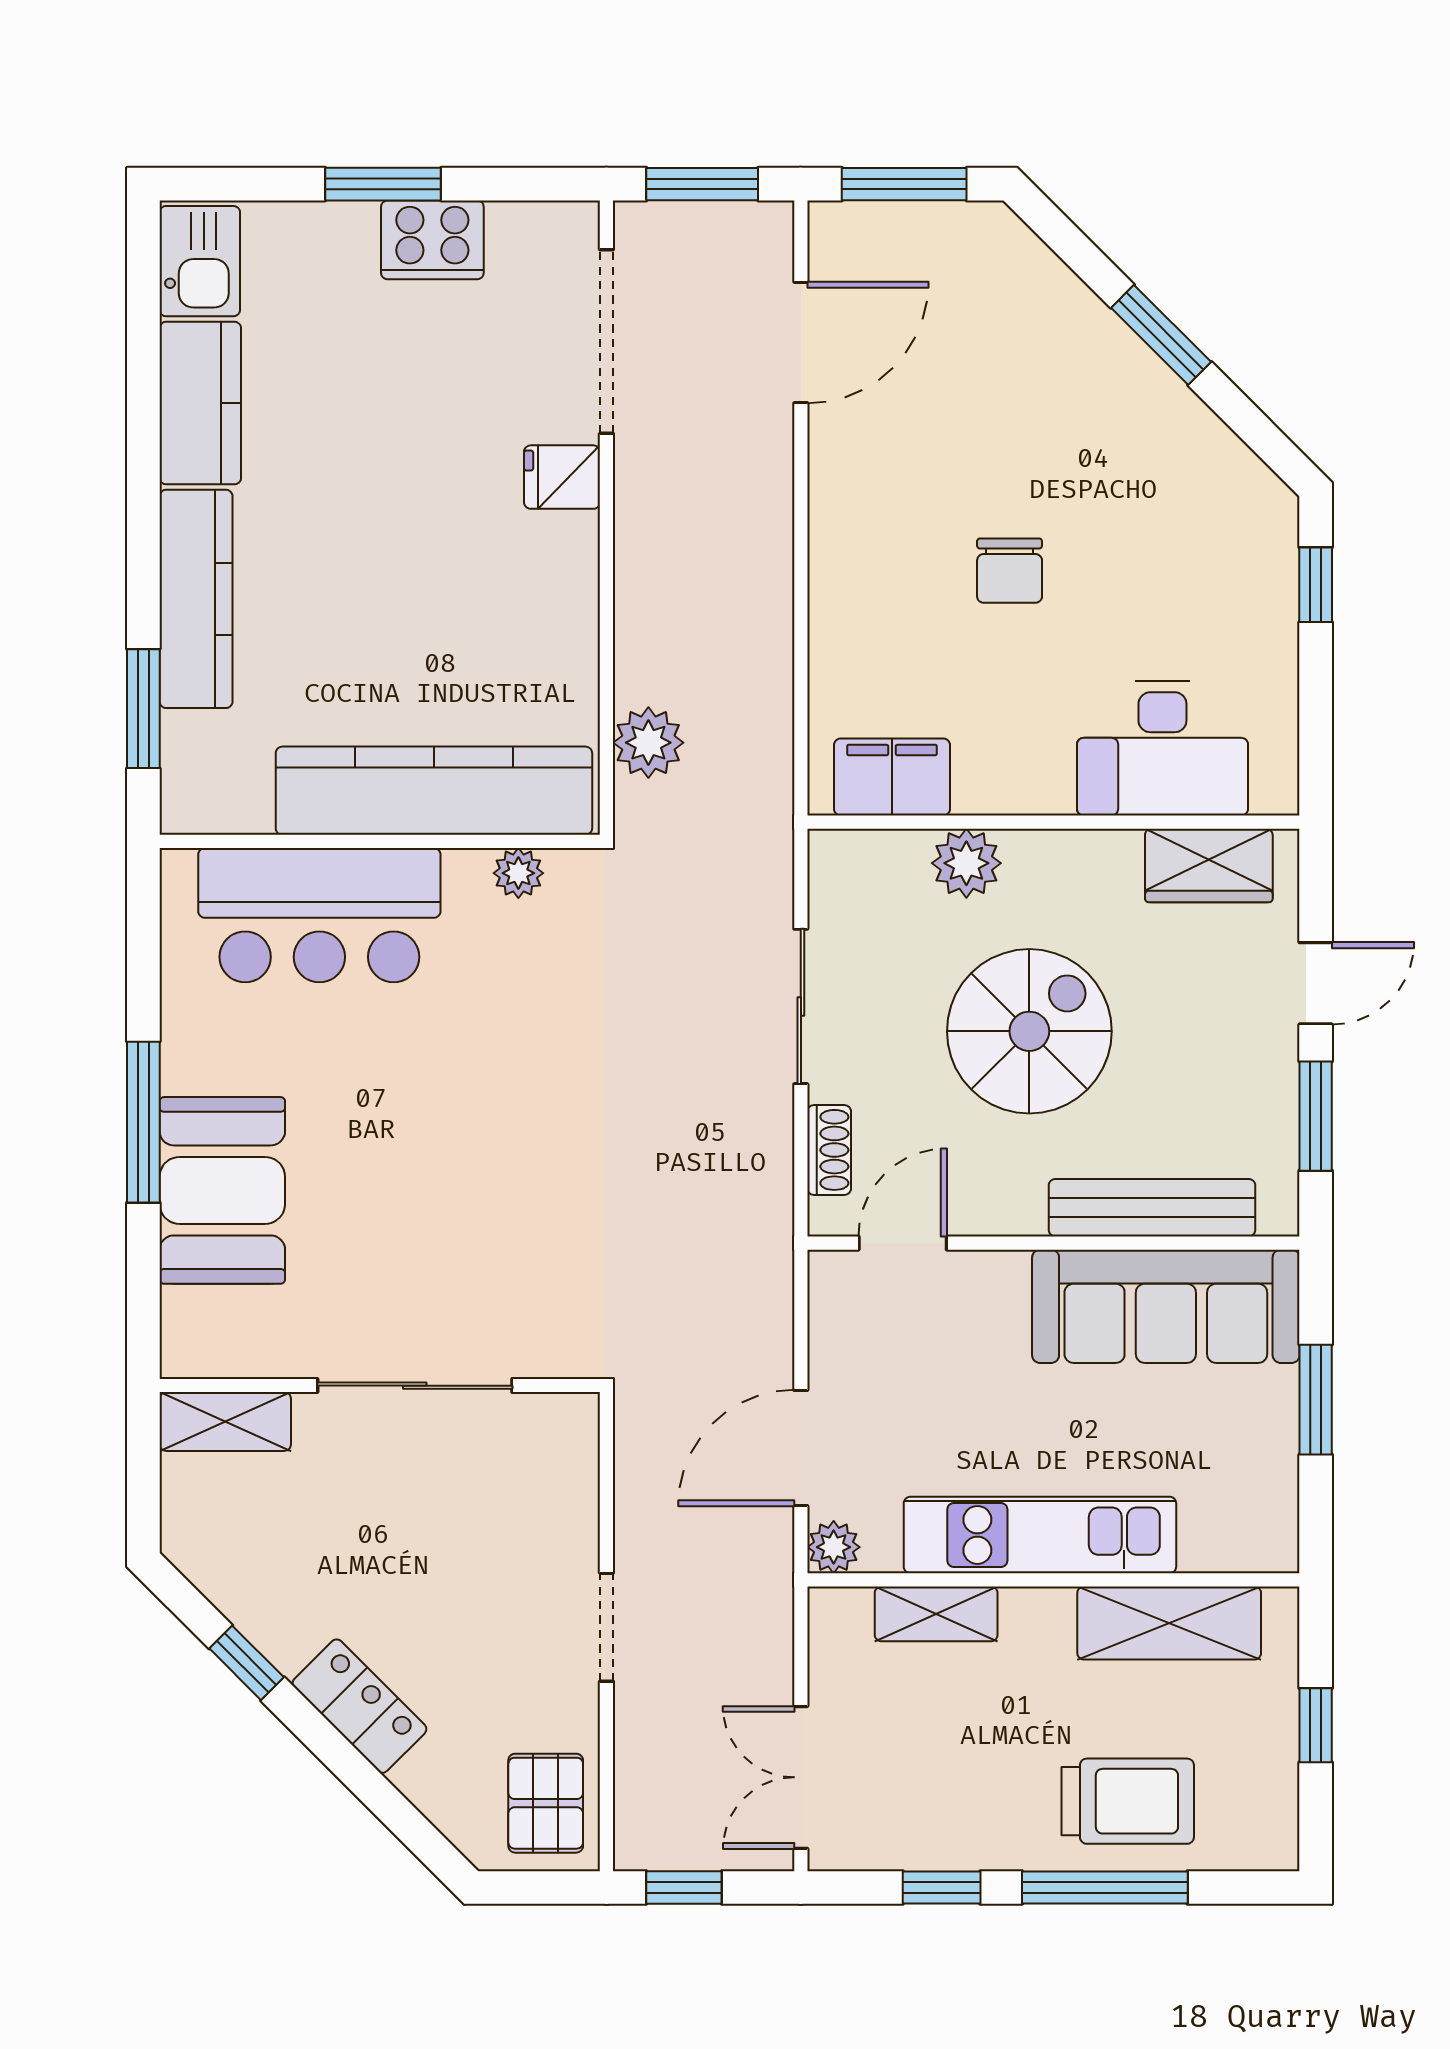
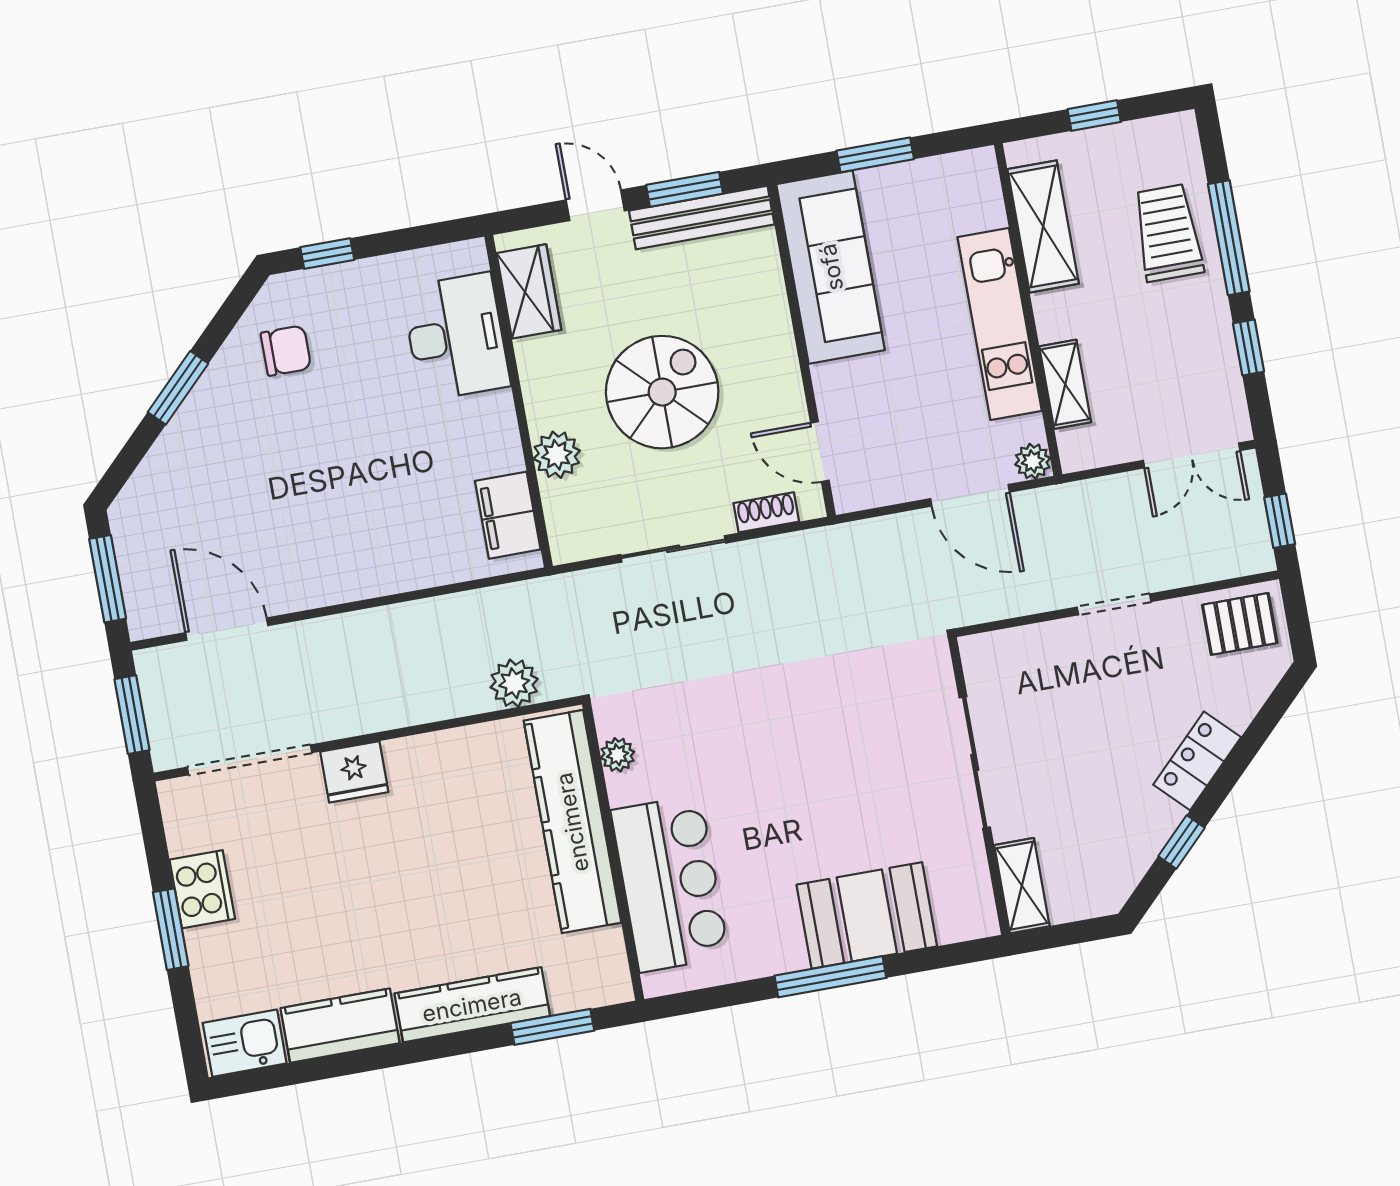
fridge: (562, 477) -> (354, 772), width x1.38
chair: (1010, 571) -> (286, 351), moved
spiral stairs: (1029, 1031) -> (662, 392), turned 90
bench: (1152, 1208) -> (702, 217), moved, turned 90

